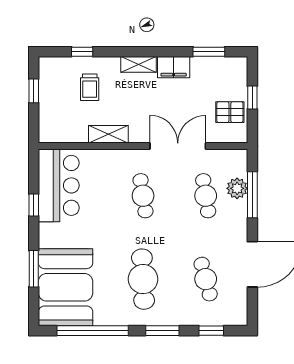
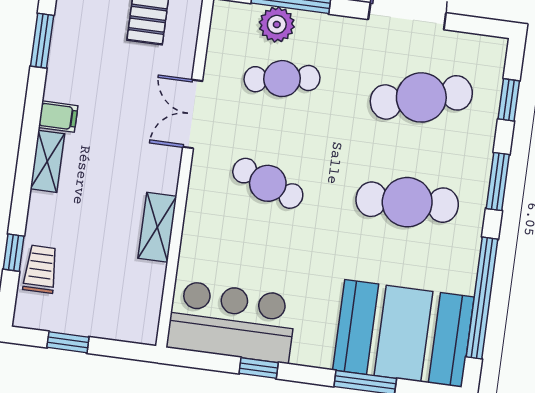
filing cabinet: (174, 67) -> (58, 117), width x0.50
trolley: (90, 87) -> (40, 269), moved, turned -90
double door: (178, 146) -> (193, 114), width x0.73
cafe table: (143, 196) -> (268, 183), turned 30
cafe table: (206, 279) -> (421, 97), width x1.37, depth x1.35

